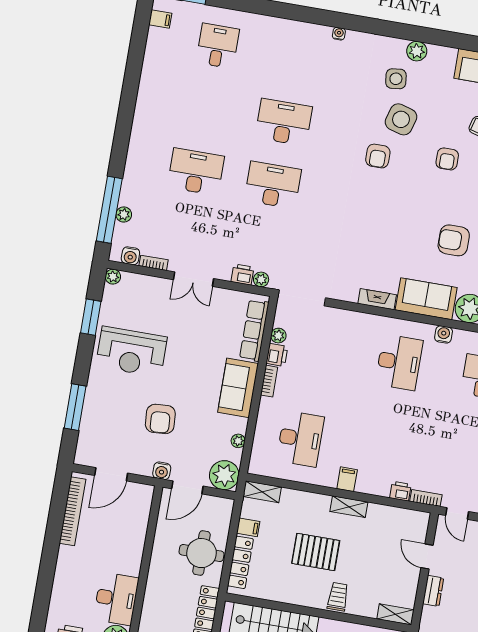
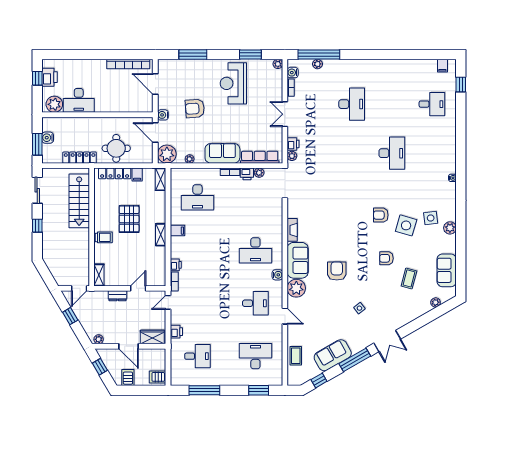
desk: (273, 185) -> (352, 153), removed

